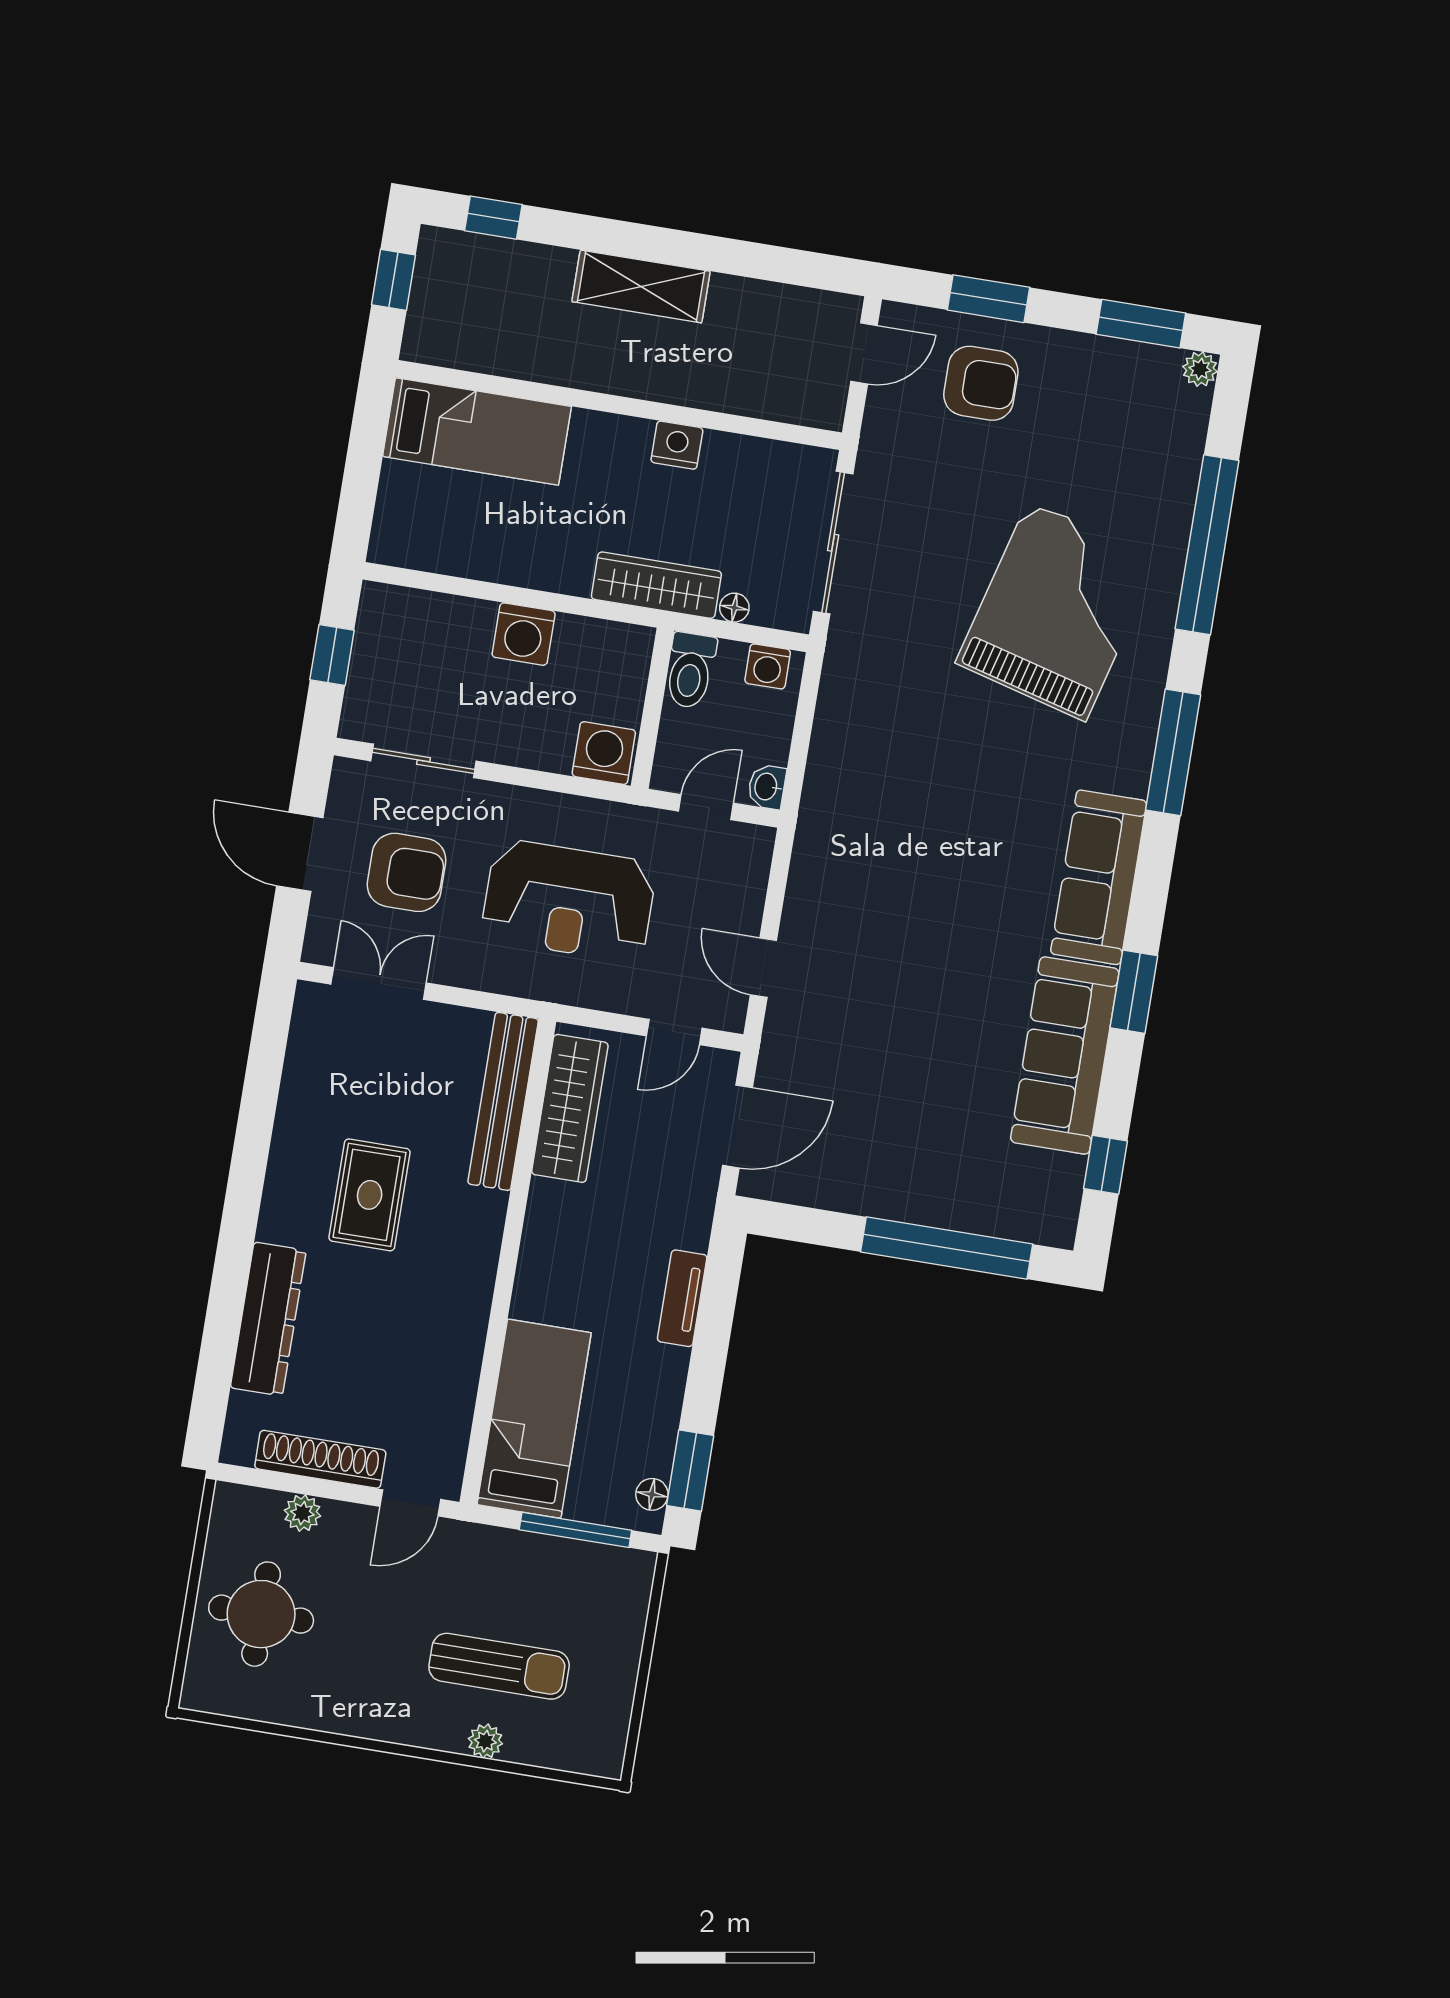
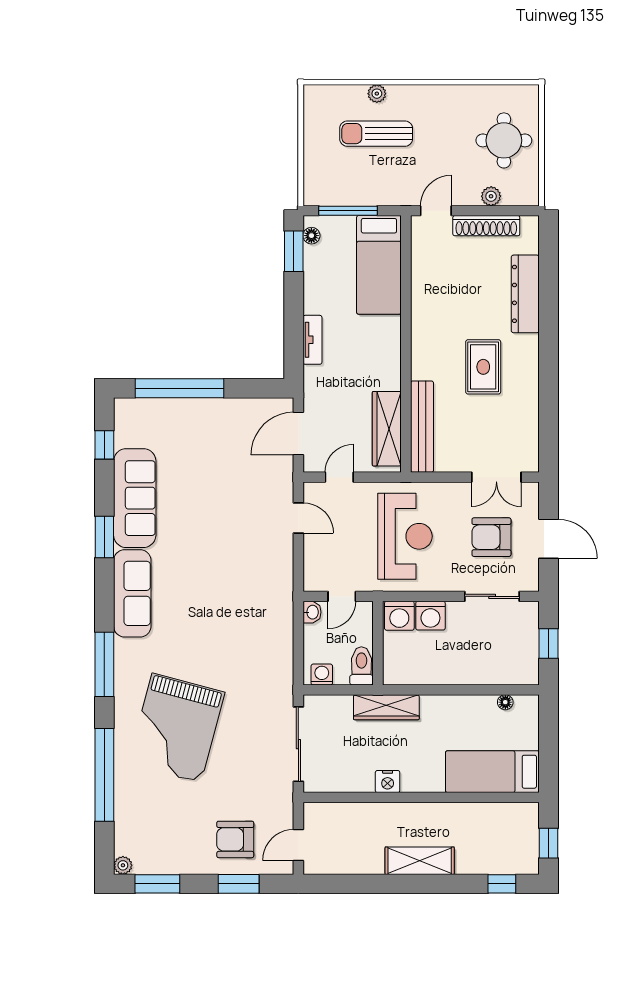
floor lamp: (734, 608) -> (505, 702), moved
washing machine: (524, 634) -> (430, 616), moved, turned 180
reception desk: (569, 901) -> (405, 536), turned 90

